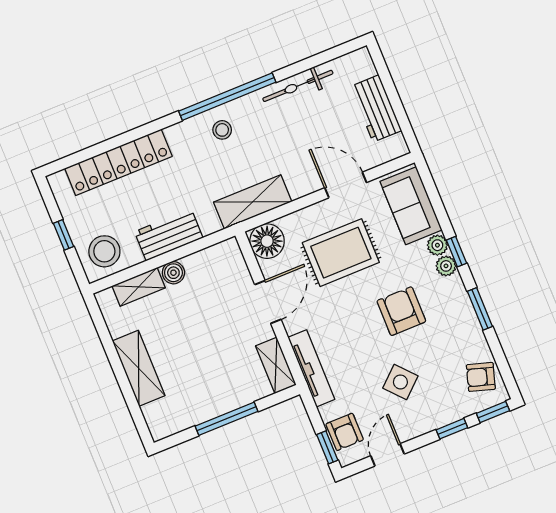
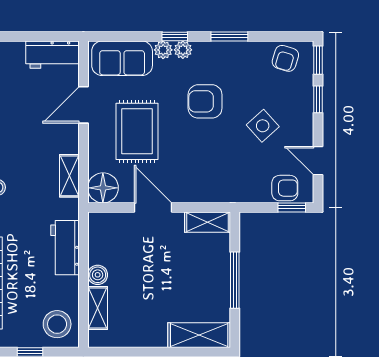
workbench: (376, 109) -> (52, 55), moved
shelving: (253, 202) -> (69, 176), width x0.67, depth x0.75
workbench: (169, 235) -> (65, 248), moved
shelving: (139, 368) -> (199, 335), moved
tv unit: (311, 368) -> (222, 194), removed

